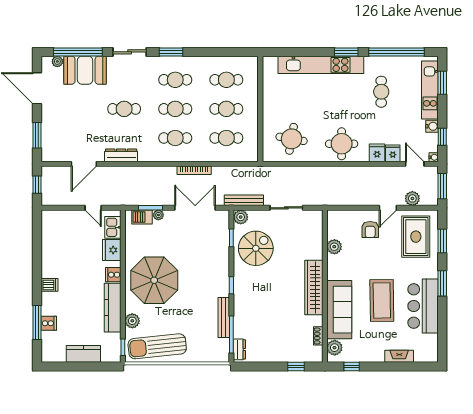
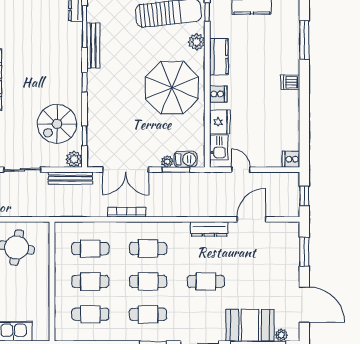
kitchen counter: (113, 308) -> (219, 57), width x0.67
cooker: (49, 323) -> (291, 159), moved

